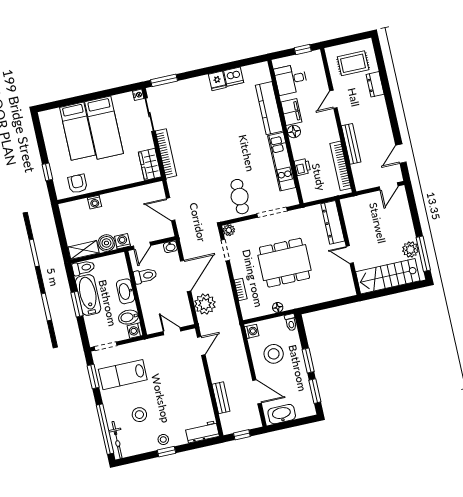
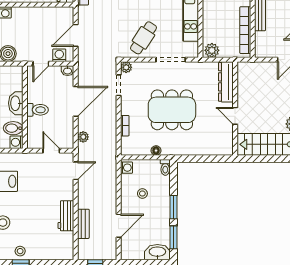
printer: (302, 167) -> (209, 23), removed
plant: (311, 194) -> (212, 50), added
cafe table: (240, 197) -> (143, 38), turned 33
door: (171, 209) -> (76, 35), hinge flipped
washing machine: (122, 241) -> (59, 55), moved
toilet: (145, 276) -> (38, 110), moved
plant: (205, 304) -> (83, 137), width x0.53, depth x0.53
stool: (274, 354) -> (142, 194), width x0.53, depth x0.53
door: (257, 392) -> (119, 226), hinge flipped
washbasin: (282, 414) -> (157, 252), moved
workbench: (202, 432) -> (66, 216), moved, turned -90

